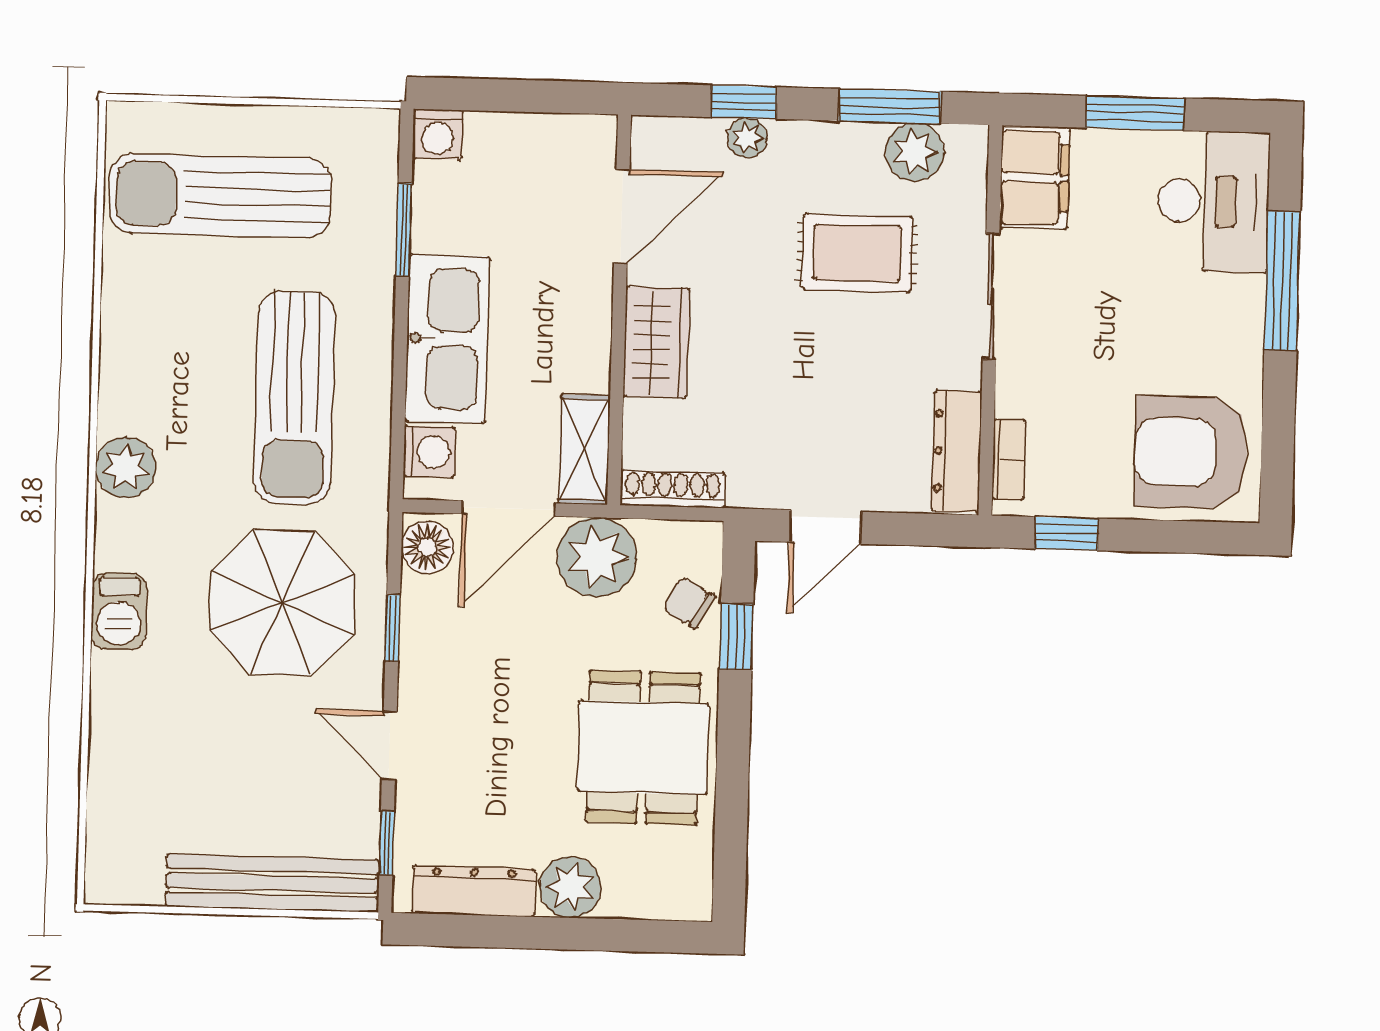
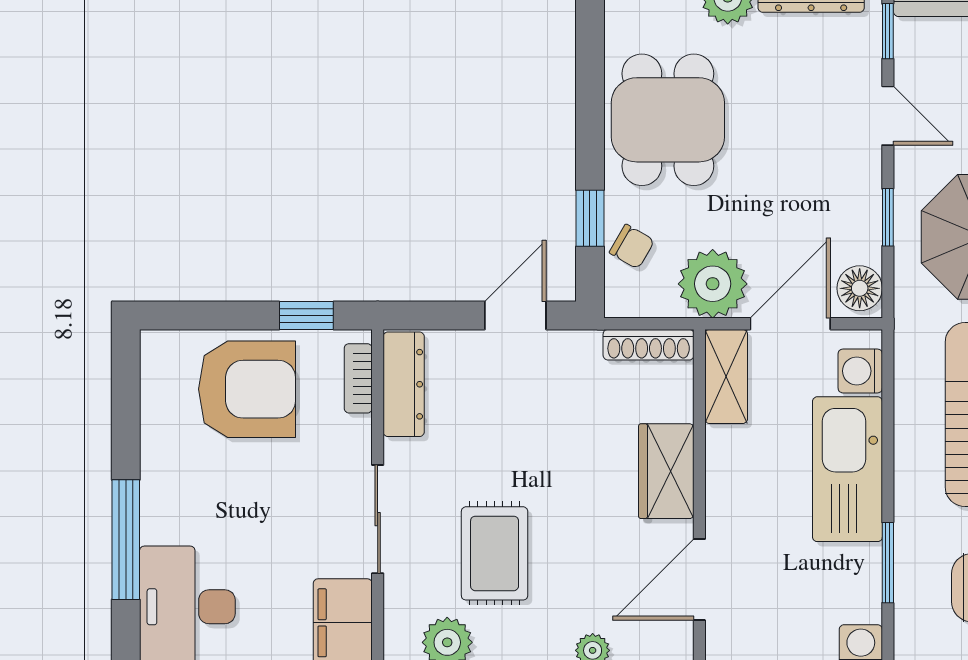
rug: (857, 253) -> (495, 553), turned 90
armchair: (1191, 452) -> (247, 389), moved

